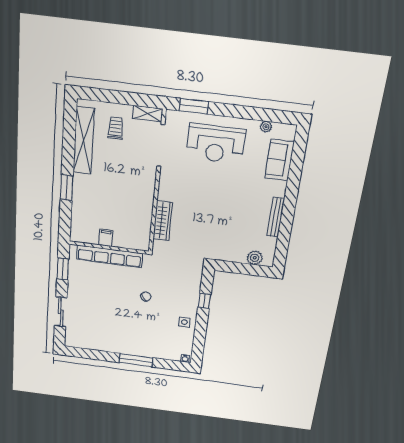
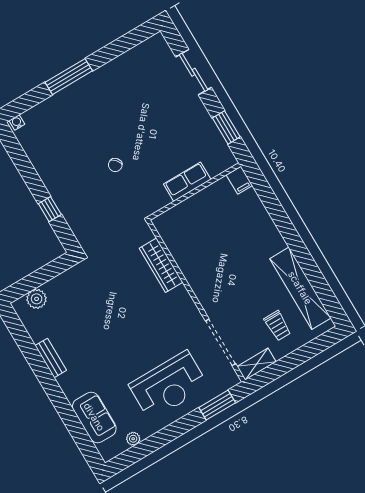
reception desk: (216, 144) -> (169, 386), turned 180
window: (67, 188) -> (284, 225), removed
bench: (276, 217) -> (51, 358), width x0.73
filing cabinet: (106, 238) -> (239, 180), moved
row of seats: (109, 256) -> (187, 182), width x0.50
side table: (184, 322) -> (52, 167), removed

